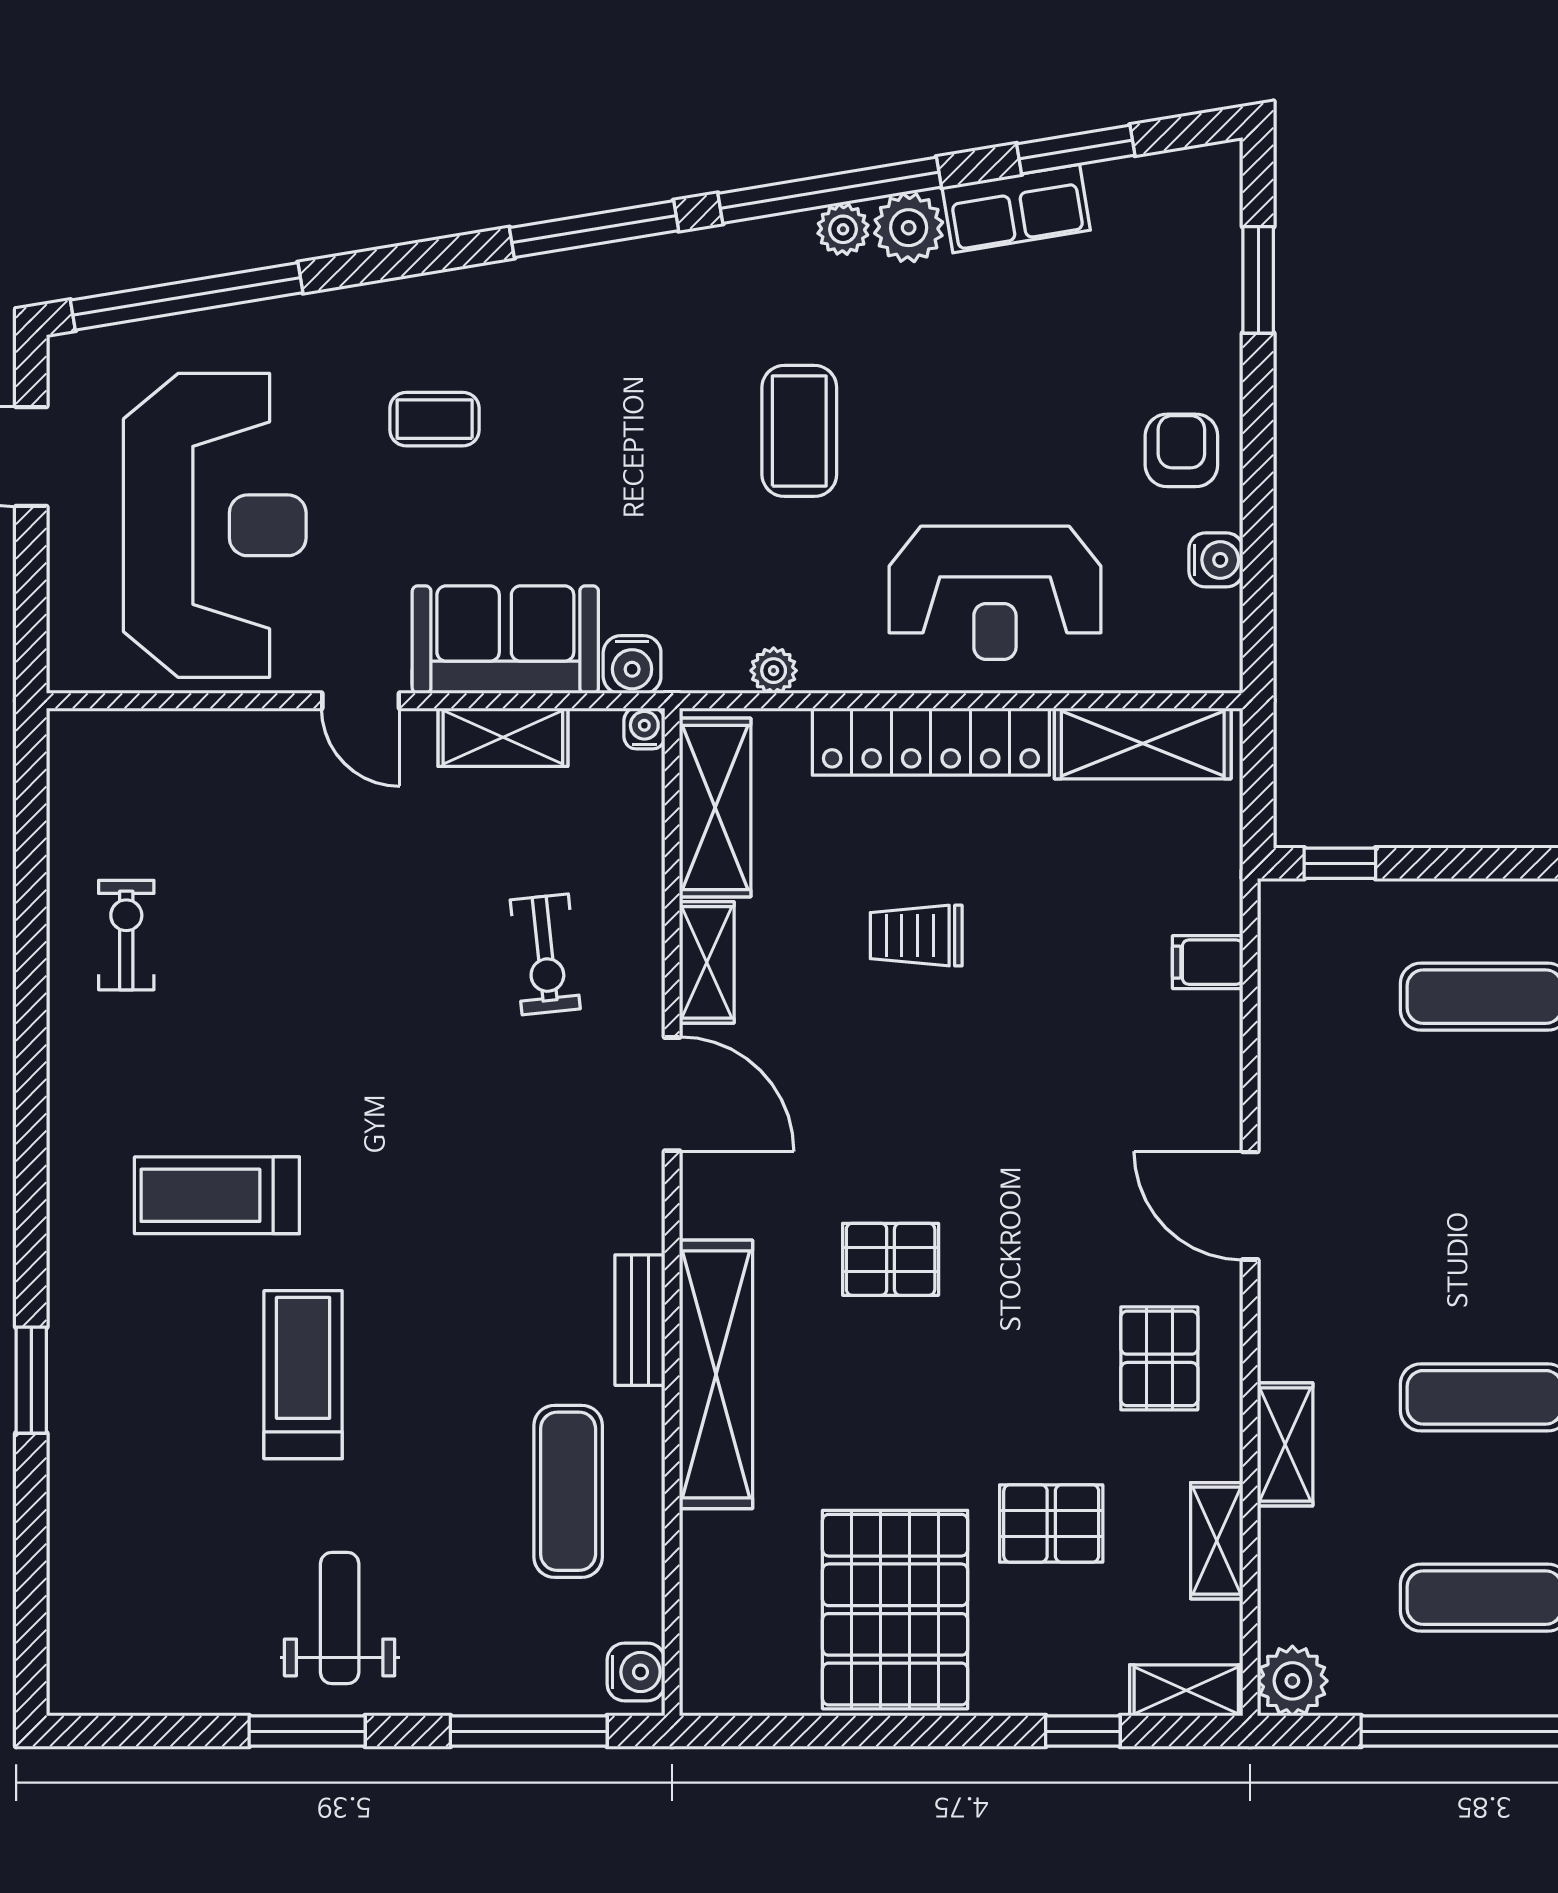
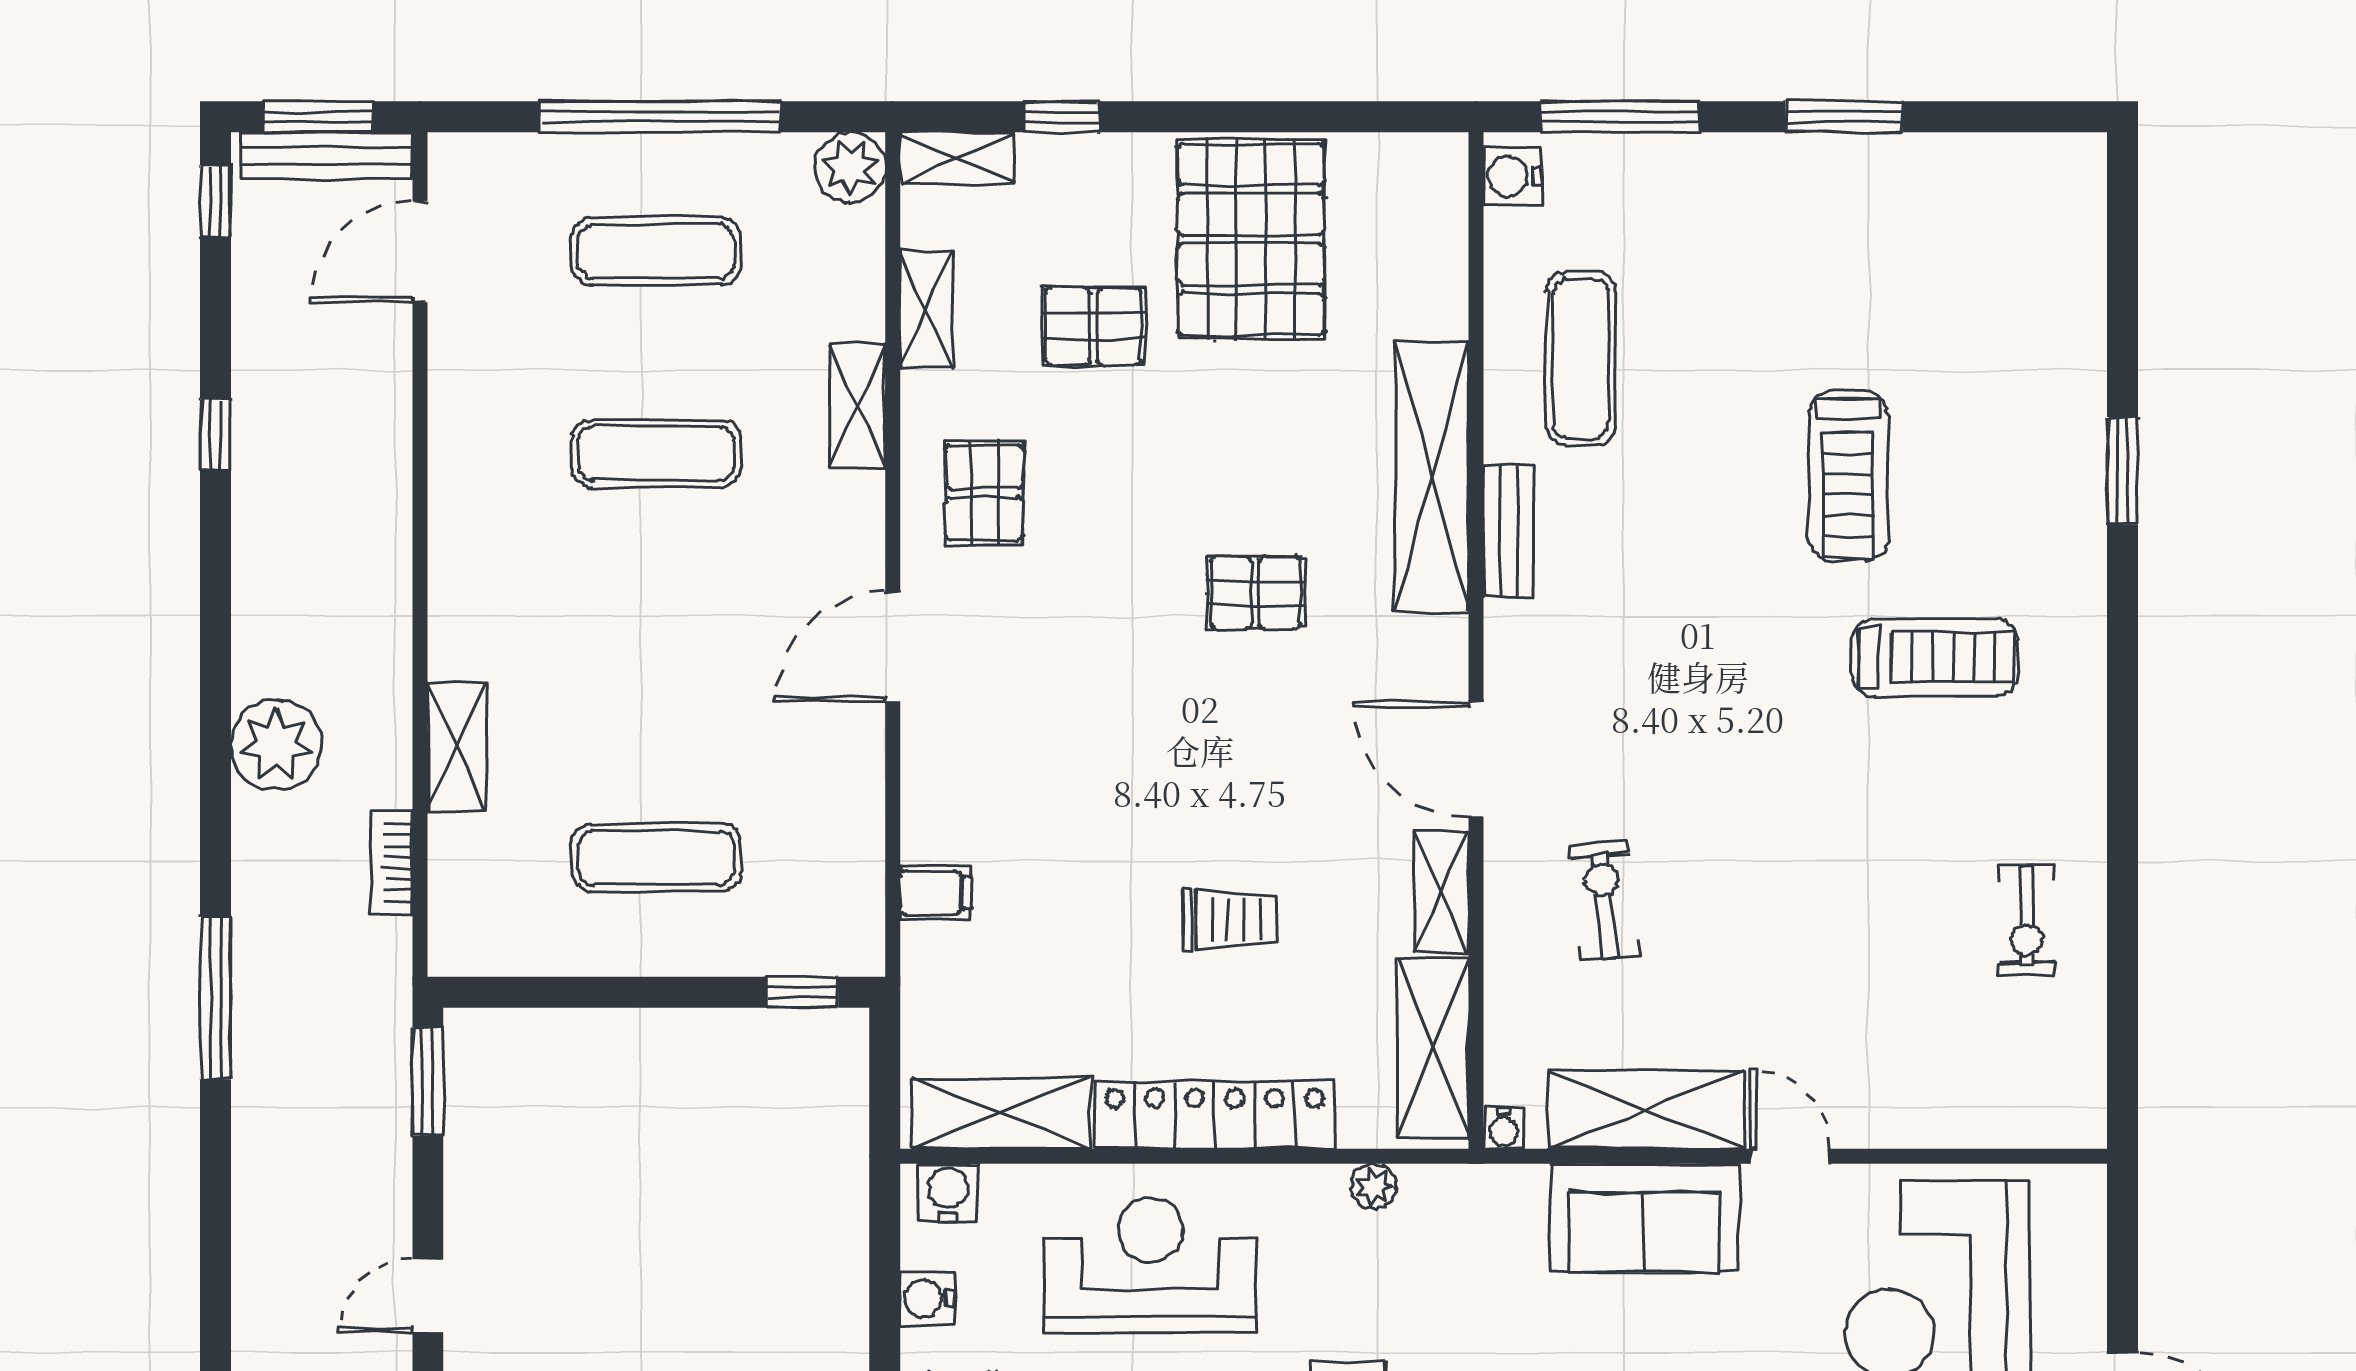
water cooler: (632, 665) -> (948, 1193), moved
shelving: (503, 737) -> (1647, 1110), width x1.50, depth x1.33
door: (1250, 1206) -> (893, 647), swing flipped
weight bench: (340, 1618) -> (1811, 231), removed

